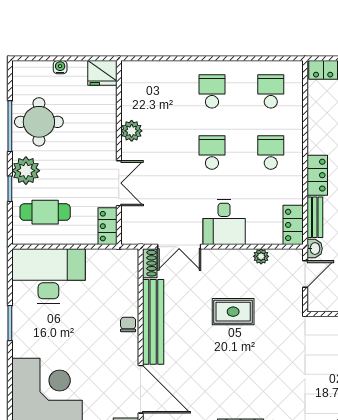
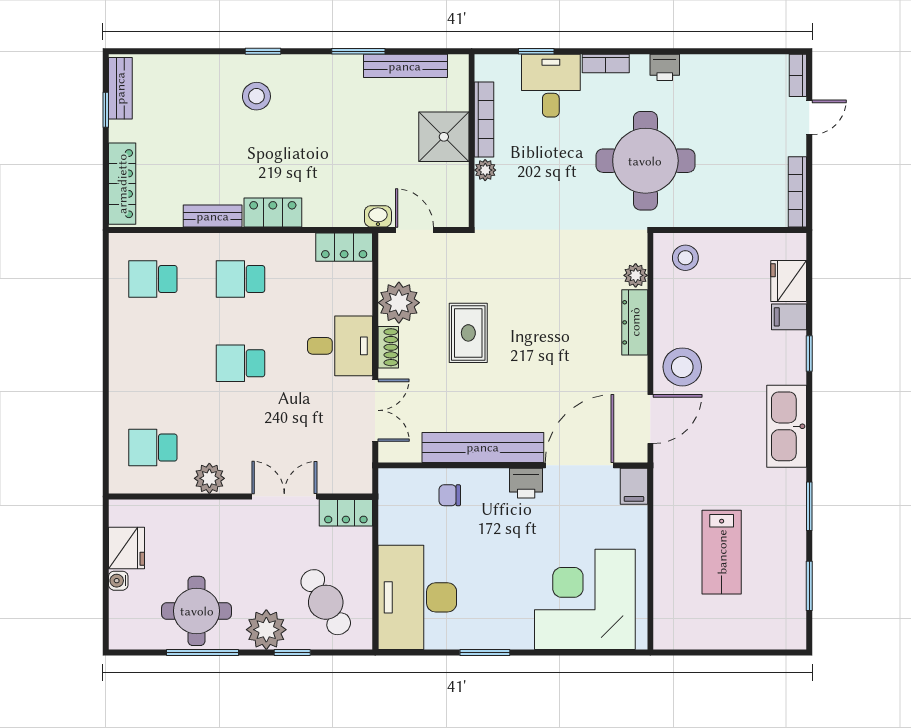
fridge: (102, 73) -> (126, 548), moved
school desk: (212, 91) -> (153, 448), moved
cafe table: (45, 212) -> (326, 602), turned -31
bench: (315, 217) -> (213, 216), moved
plant: (261, 256) -> (399, 303), width x1.87, depth x1.87
shoe rack: (150, 263) -> (388, 347), moved, turned 90
chair: (128, 324) -> (450, 495), moved
printer: (128, 352) -> (526, 483), added

